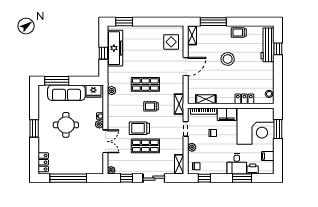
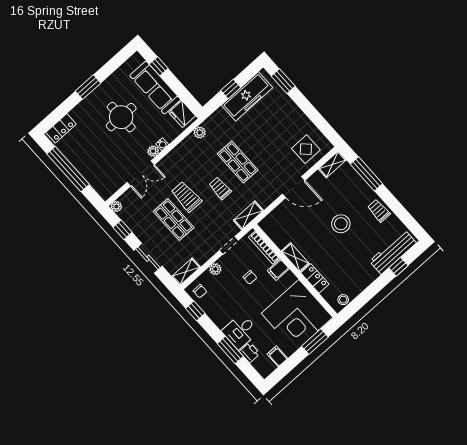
window: (57, 81) -> (159, 66), width x0.46
shelving: (206, 99) -> (295, 257), moved
filing cabinet: (227, 114) -> (278, 270), width x0.50

